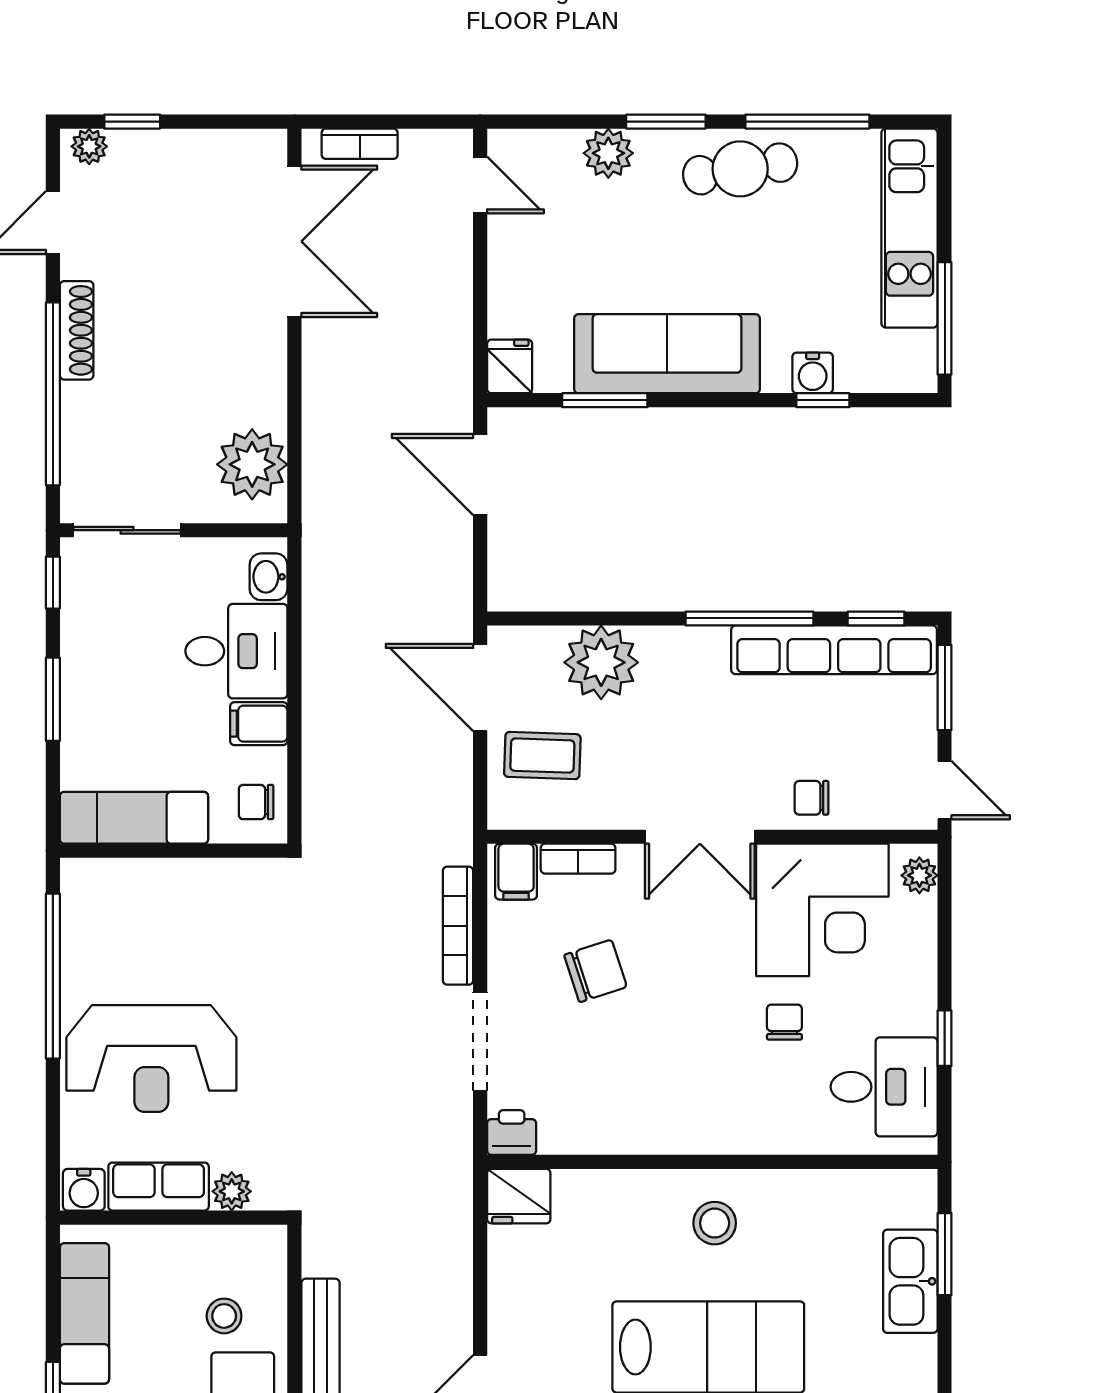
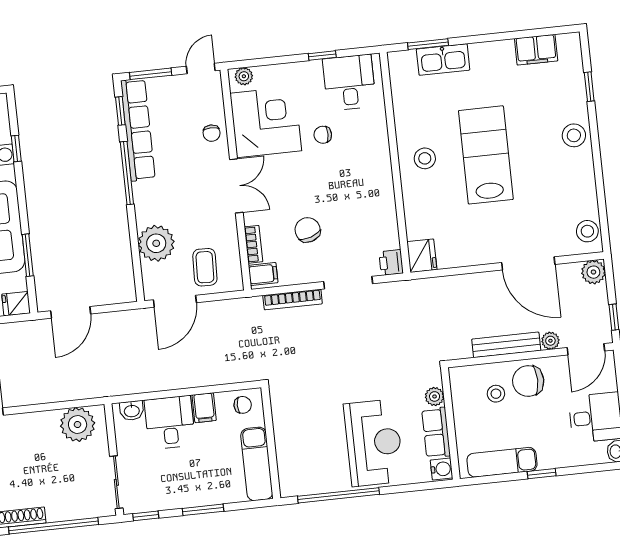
chair: (256, 802) -> (243, 405), turned -90

